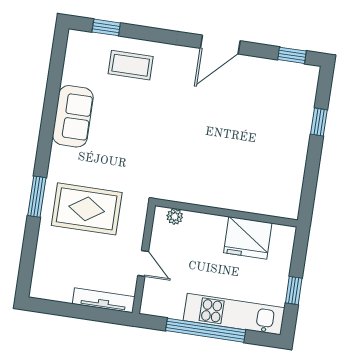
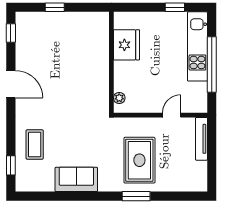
wall: (226, 213) -> (111, 62), moved
plant: (175, 217) -> (119, 98), moved
fridge: (248, 238) -> (127, 45), moved

